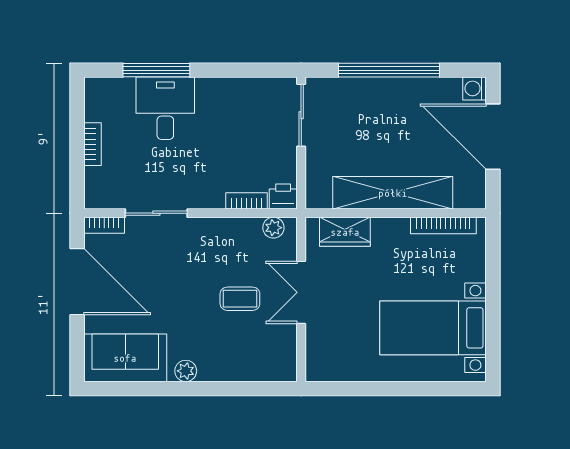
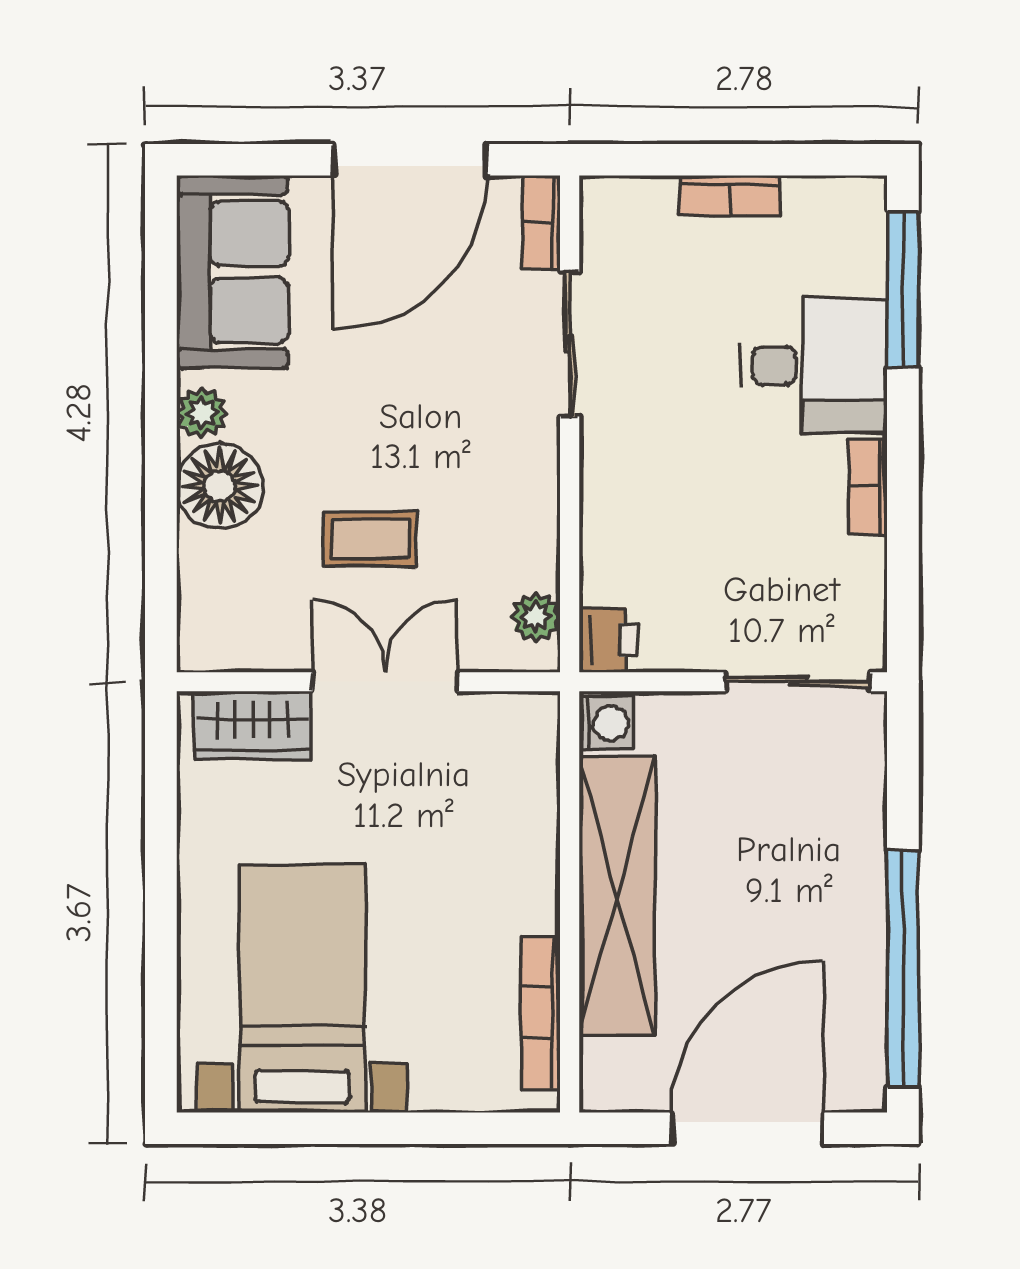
window: (156, 70) -> (903, 289), moved
window: (389, 70) -> (903, 969), moved
washing machine: (474, 88) -> (606, 724), moved, turned 90
bookcase: (247, 201) -> (868, 486), moved, turned 180
wardrobe: (345, 232) -> (252, 725), moved, turned -90
coffee table: (240, 299) -> (370, 539), turned 90
floor lamp: (217, 363) -> (220, 486), added

